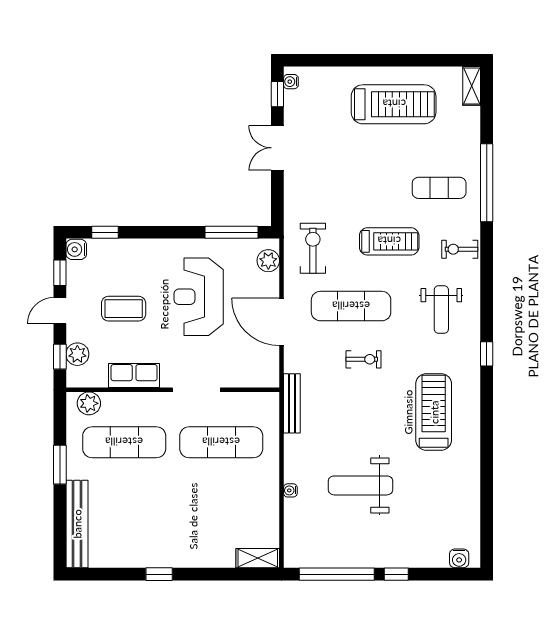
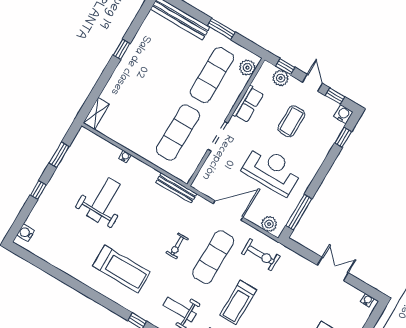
window: (277, 94) -> (365, 288), removed
window: (337, 574) -> (59, 155), width x0.47

